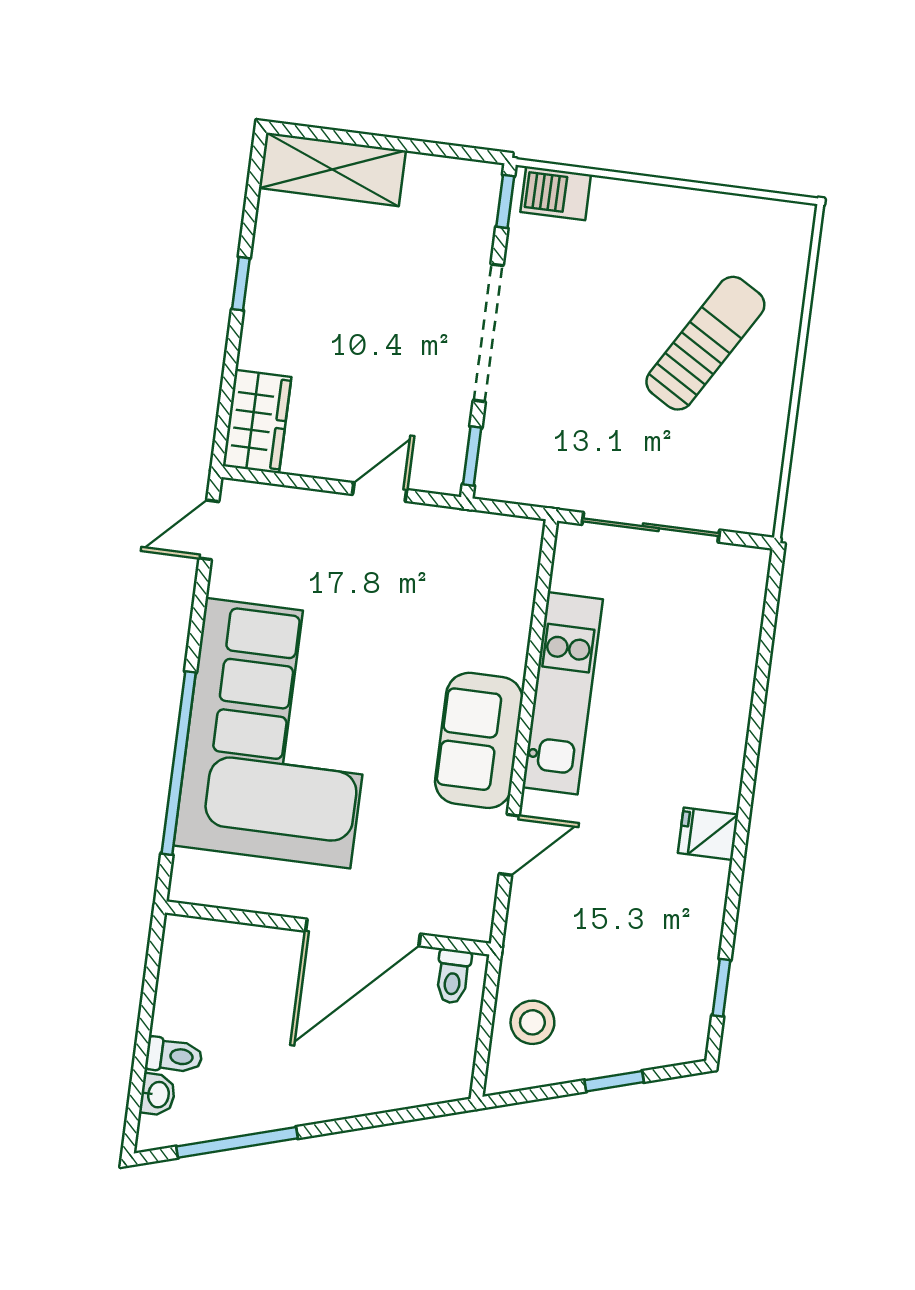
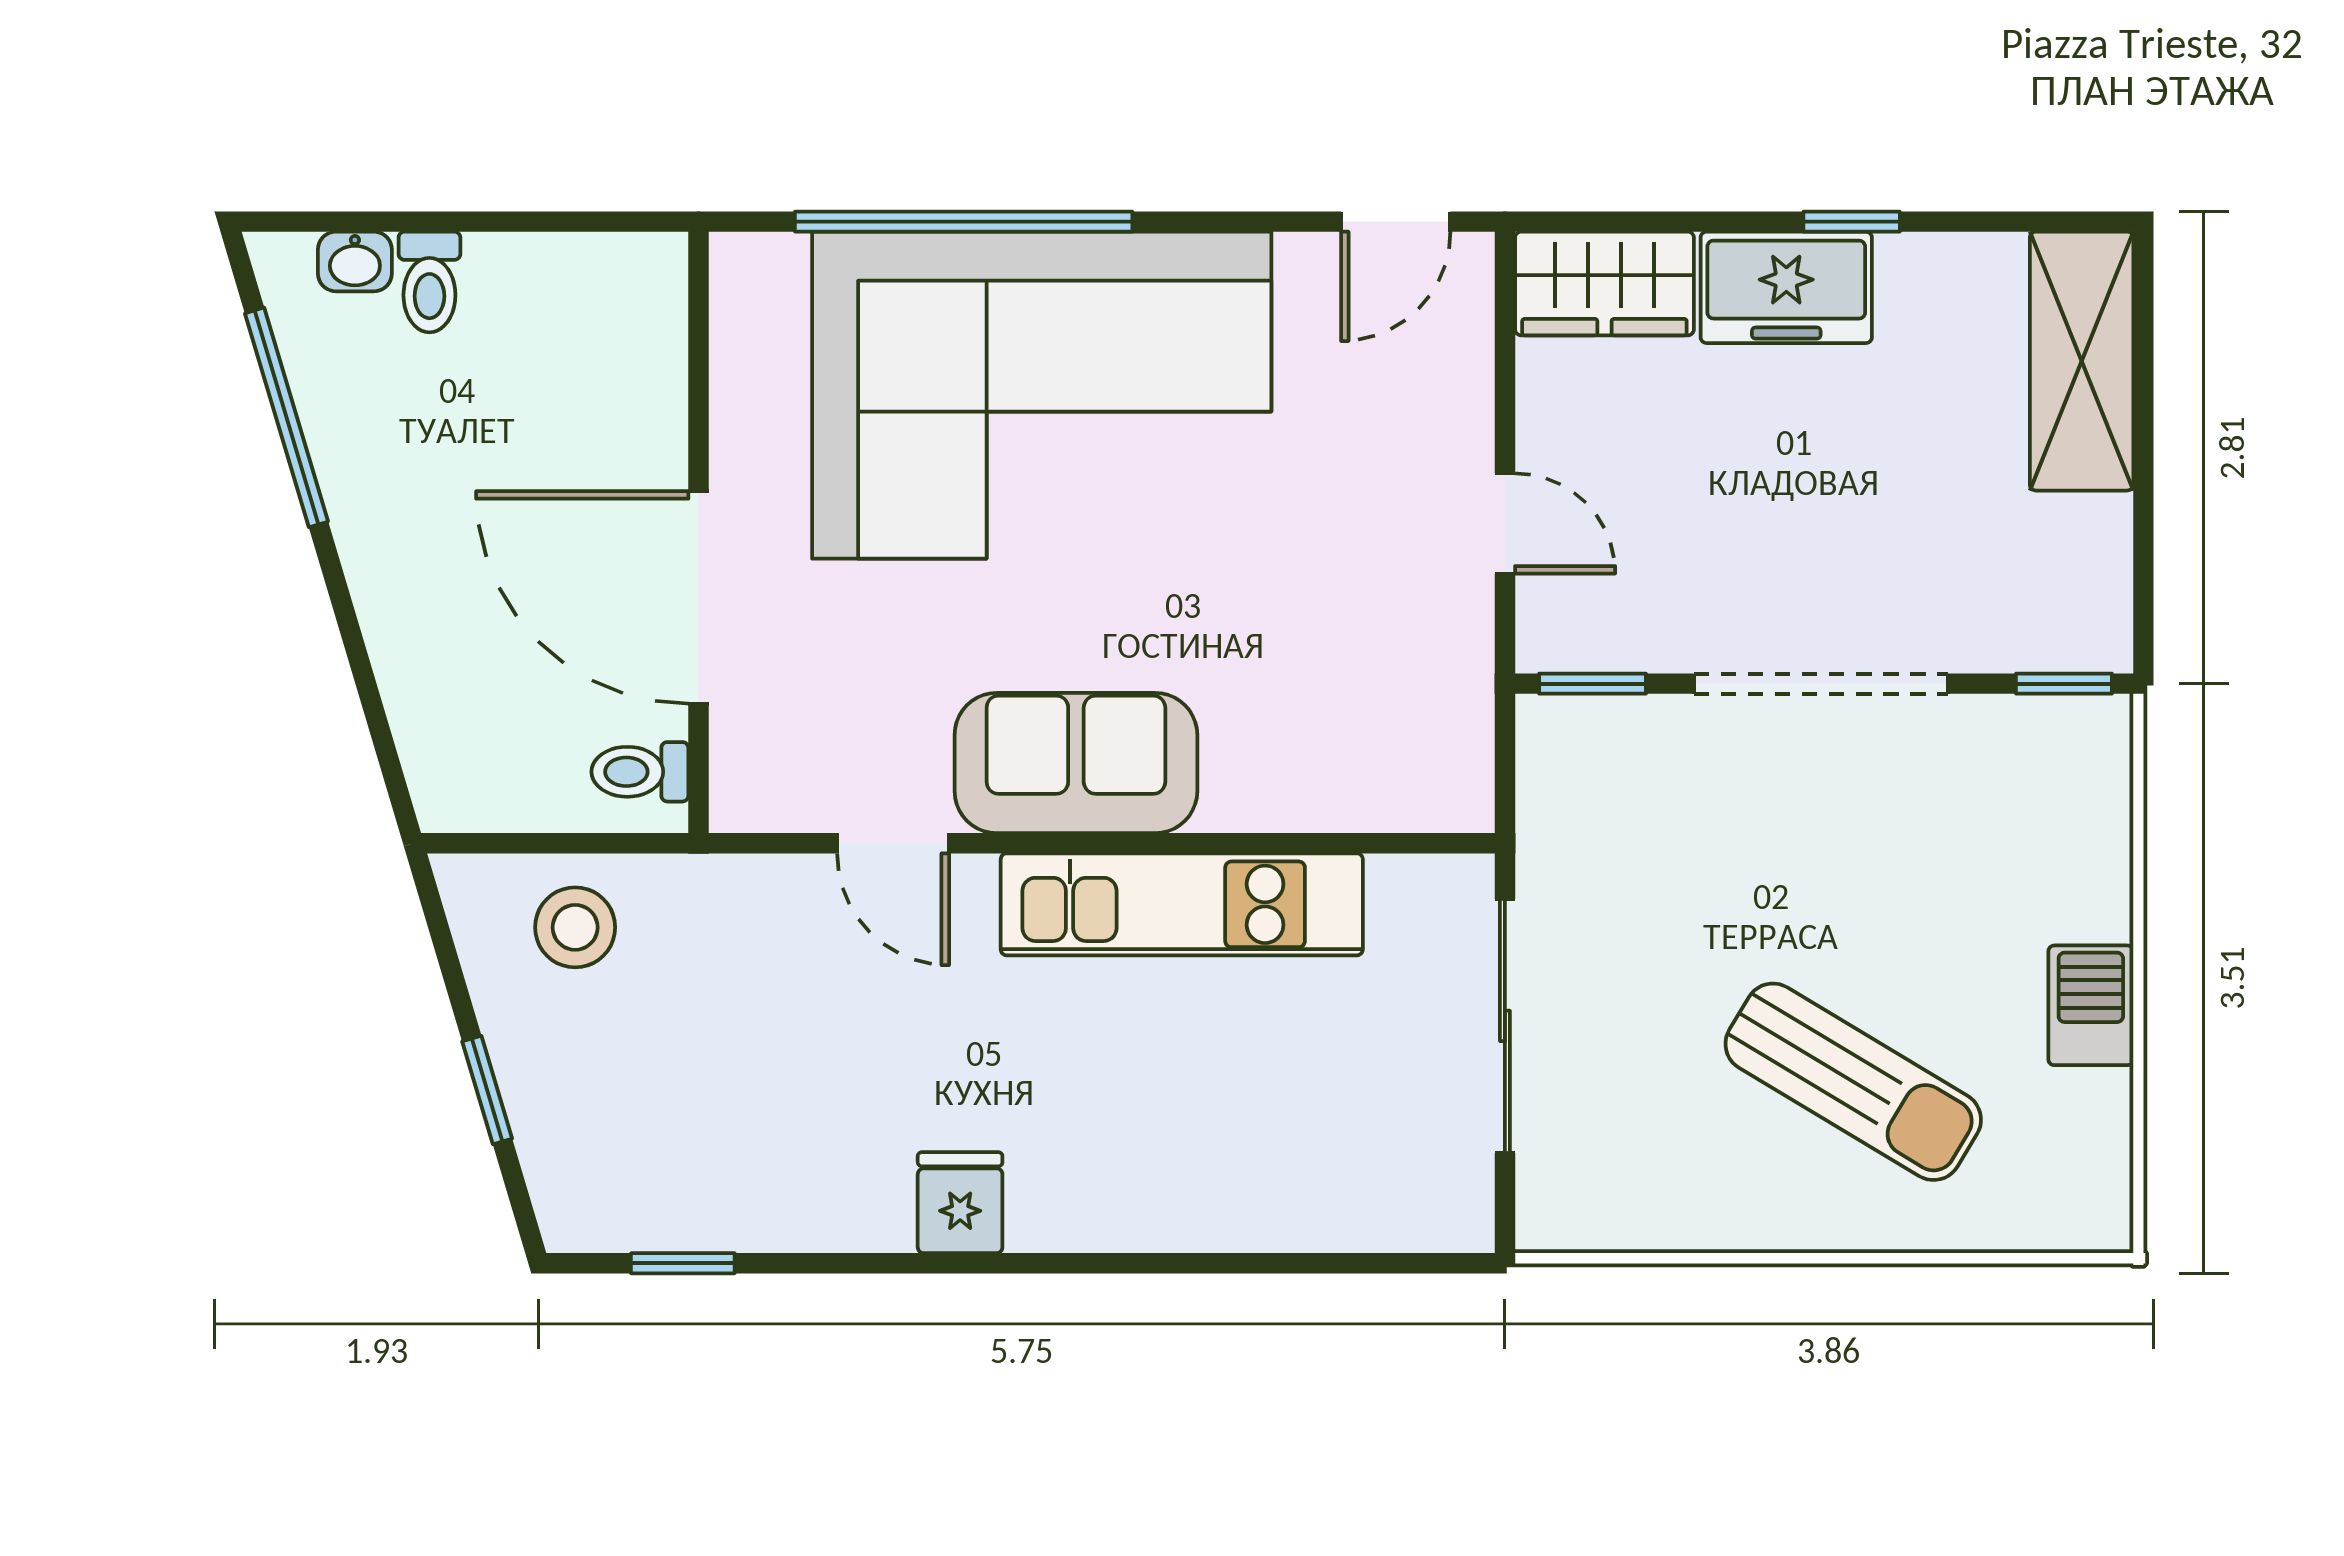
barbecue: (556, 193) -> (2091, 1005), moved
freezer: (272, 324) -> (1786, 287), added
door: (209, 530) -> (1396, 222), swing flipped

